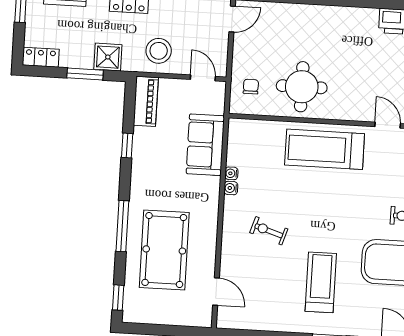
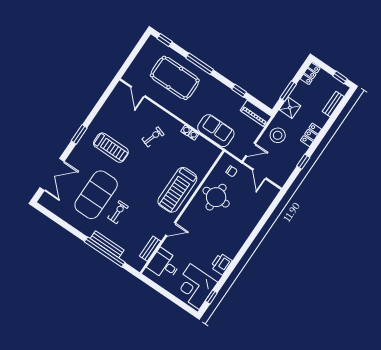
door: (232, 19) -> (259, 174), moved
treadmill: (325, 149) -> (177, 190), turned 180
door: (216, 291) -> (138, 92), hinge flipped

